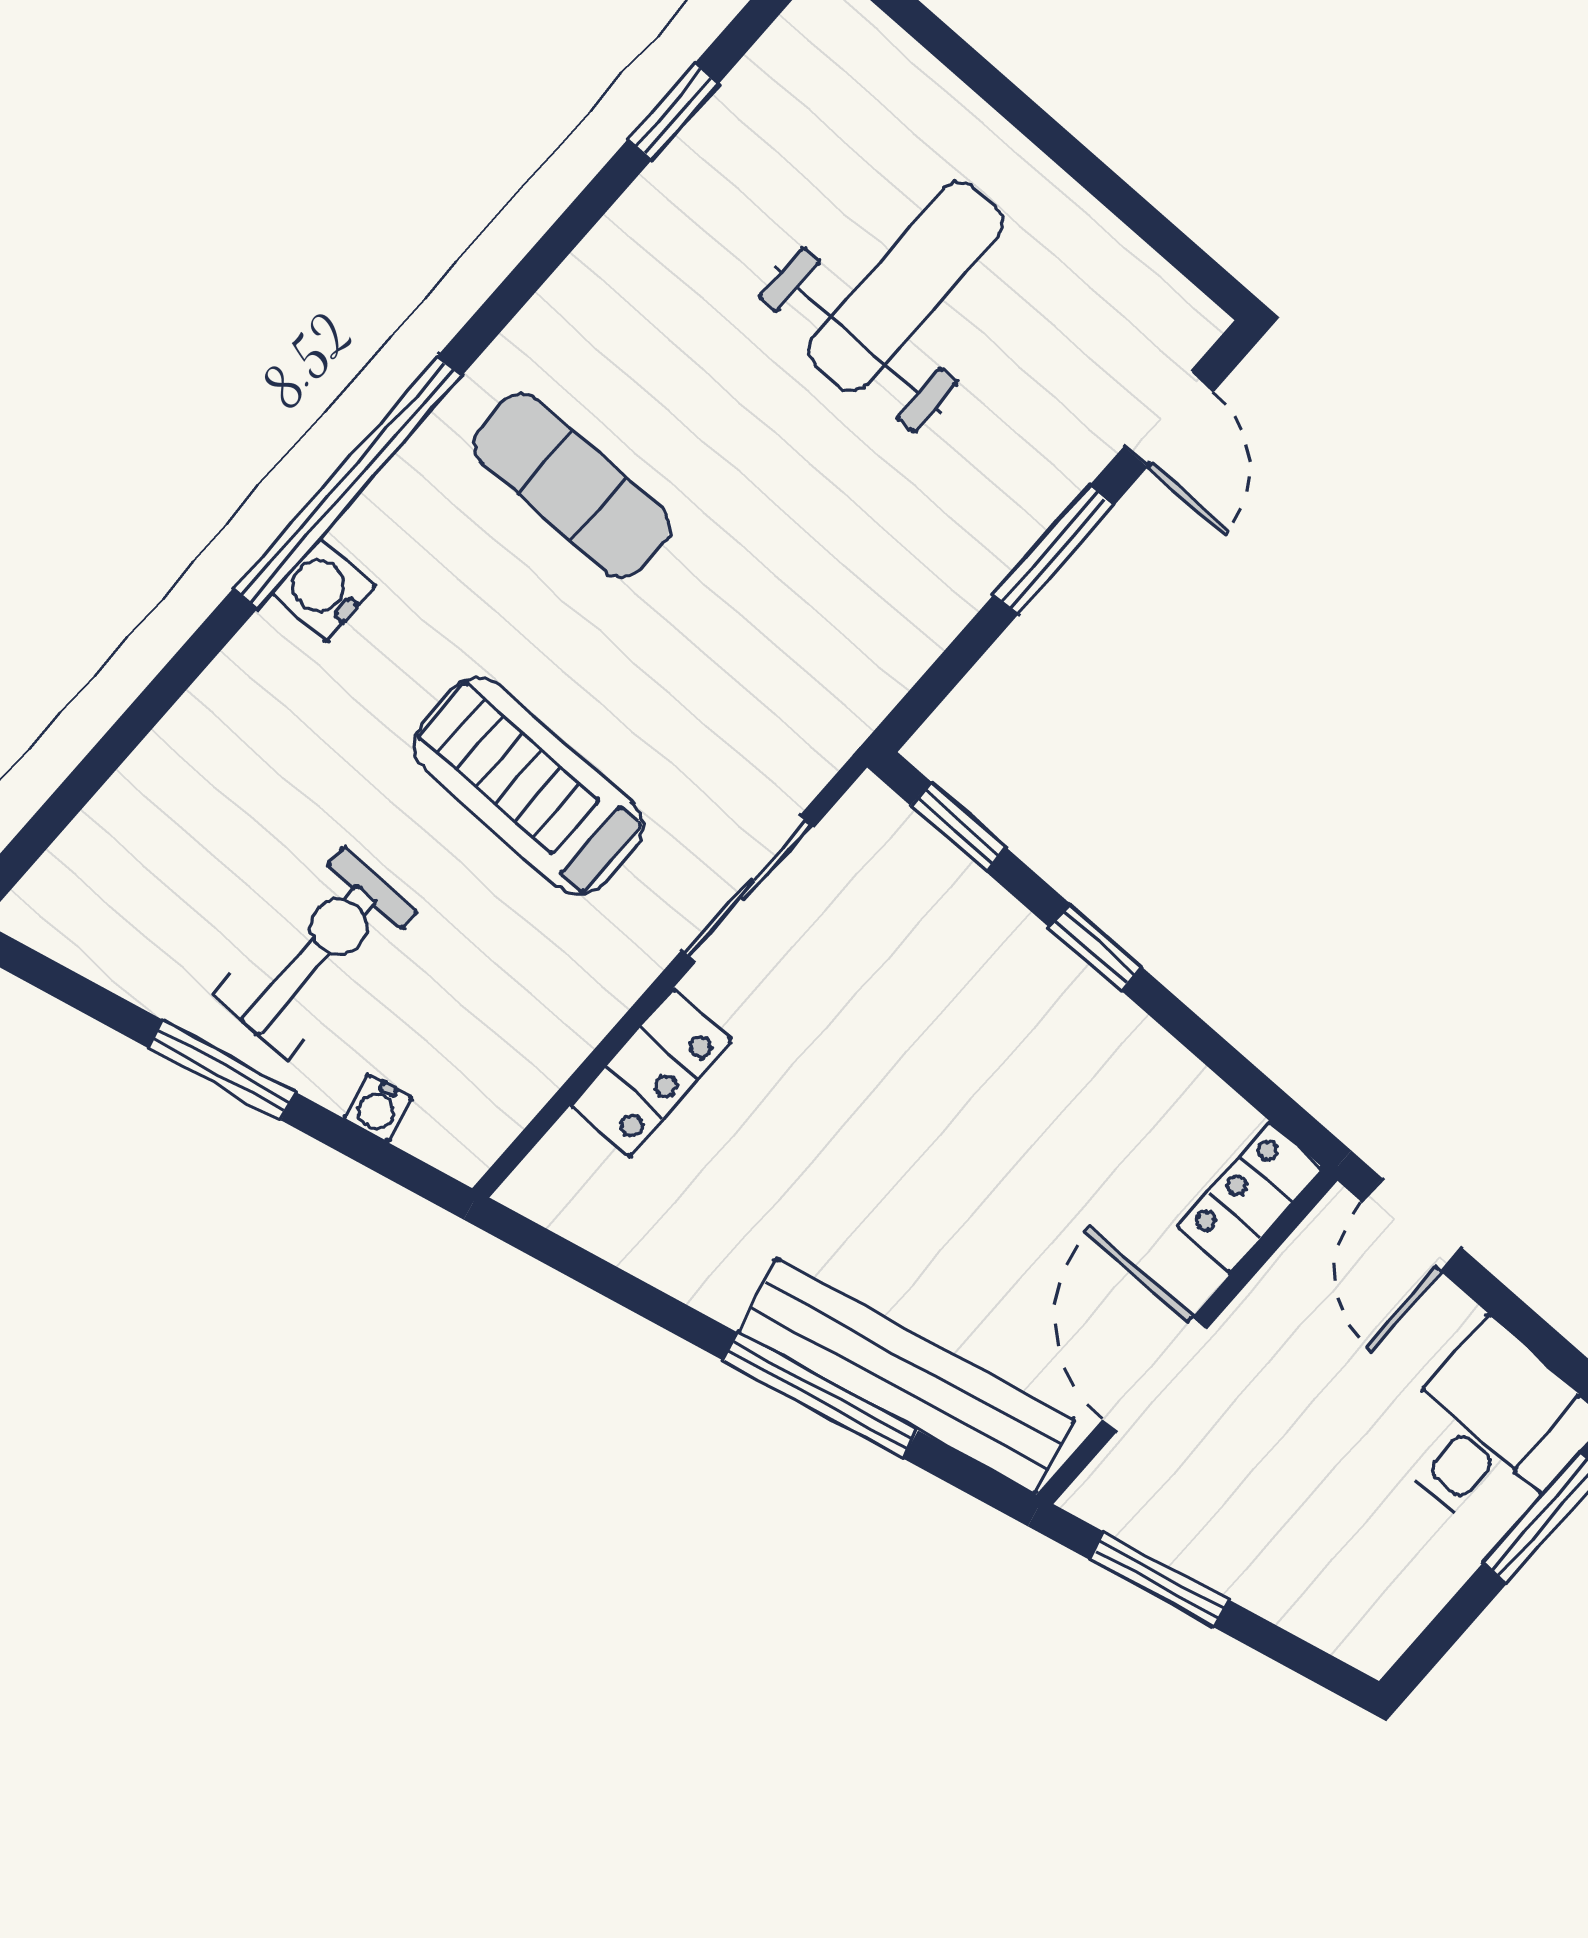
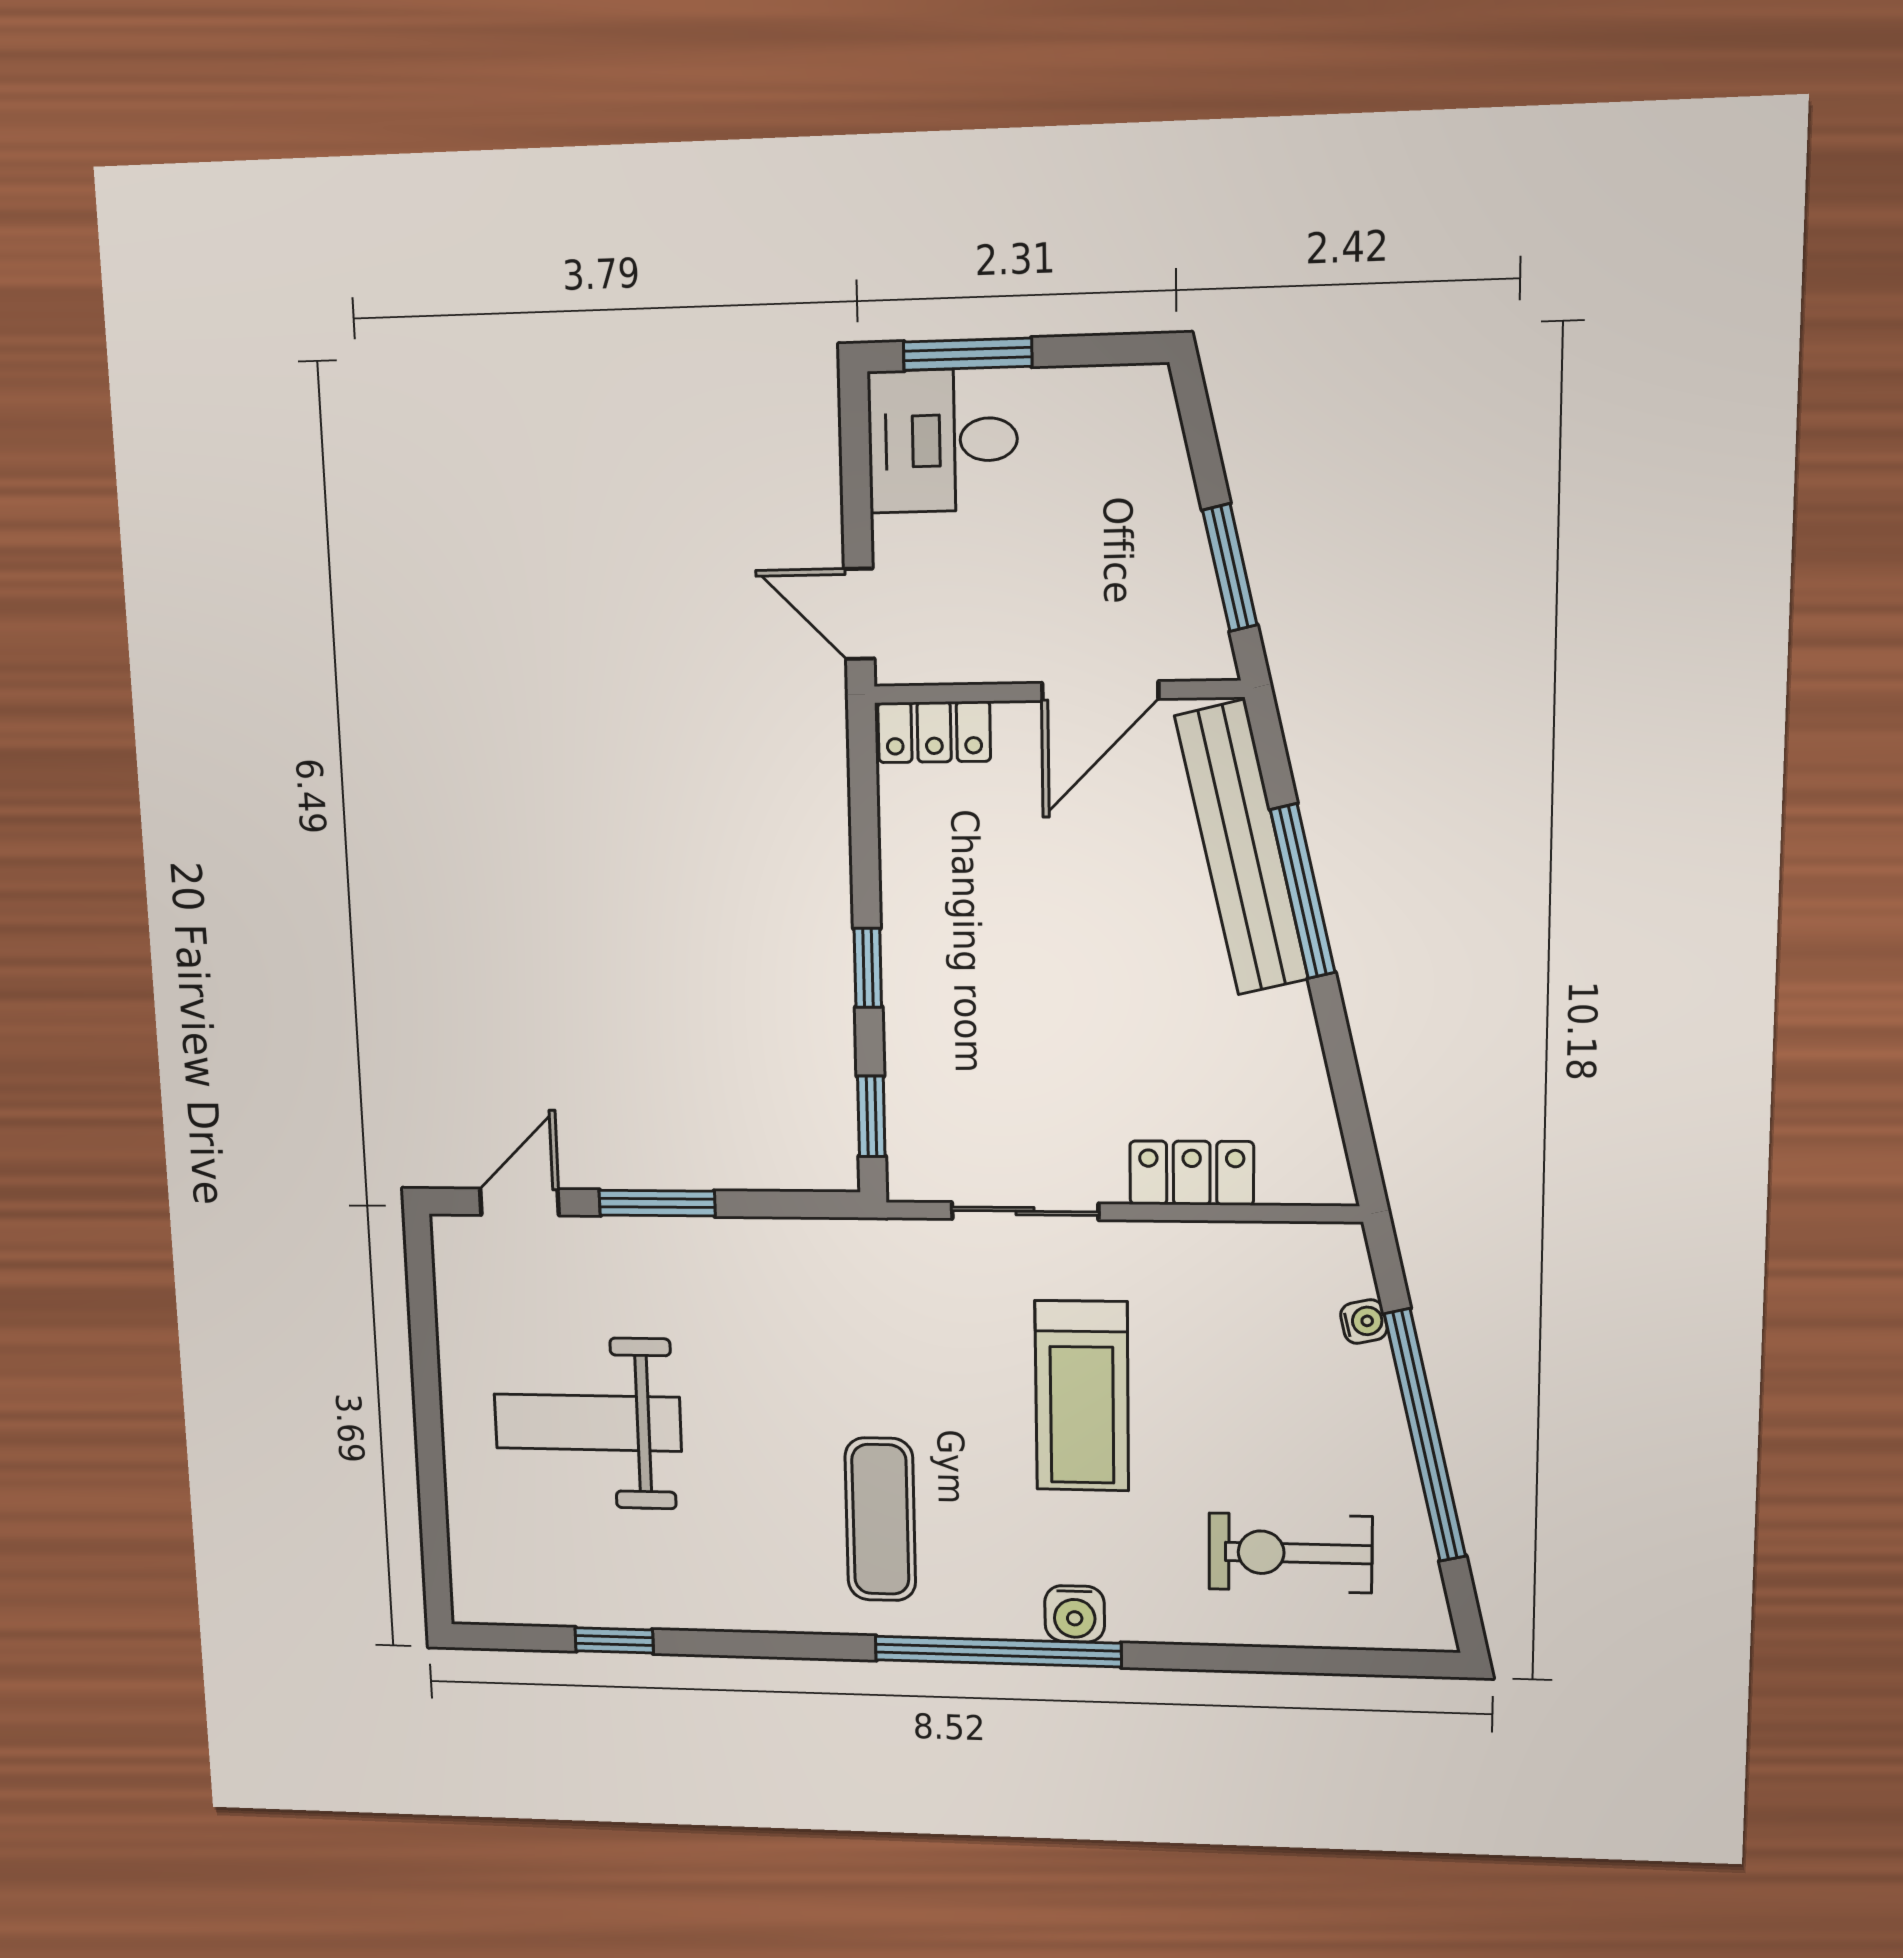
exercise bike: (315, 953) -> (1290, 1553), moved
window: (222, 1070) -> (1425, 1436), width x2.11
door: (1412, 1225) -> (859, 614), swing flipped

